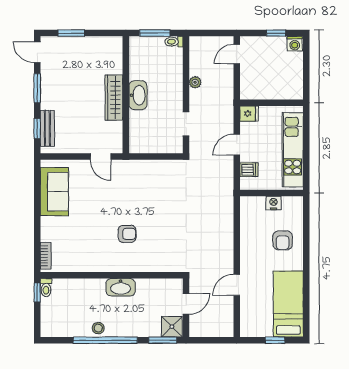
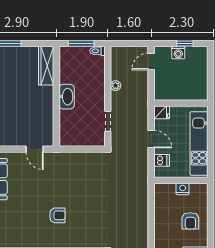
washing machine: (295, 44) -> (178, 53), moved
wardrobe: (114, 98) -> (46, 66), moved
door: (237, 145) -> (151, 139), swing flipped

